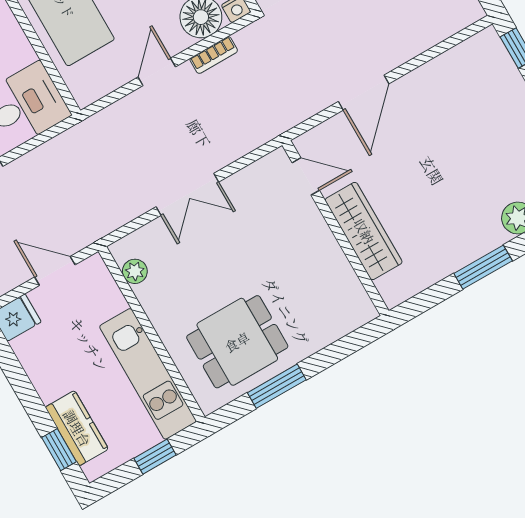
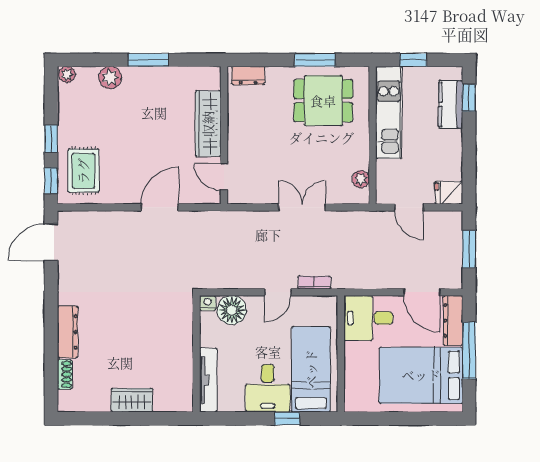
bookcase: (214, 55) -> (314, 283), moved
rug: (484, 84) -> (83, 171), added
dresser: (348, 319) -> (248, 76), added

